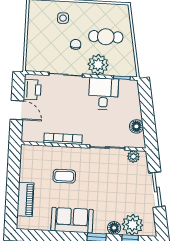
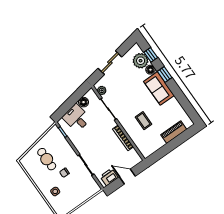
plant: (98, 65) -> (66, 151), removed
desk: (103, 94) -> (77, 118), moved, turned 80
door: (17, 110) -> (127, 177), hinge flipped
sofa: (72, 220) -> (159, 88), moved

